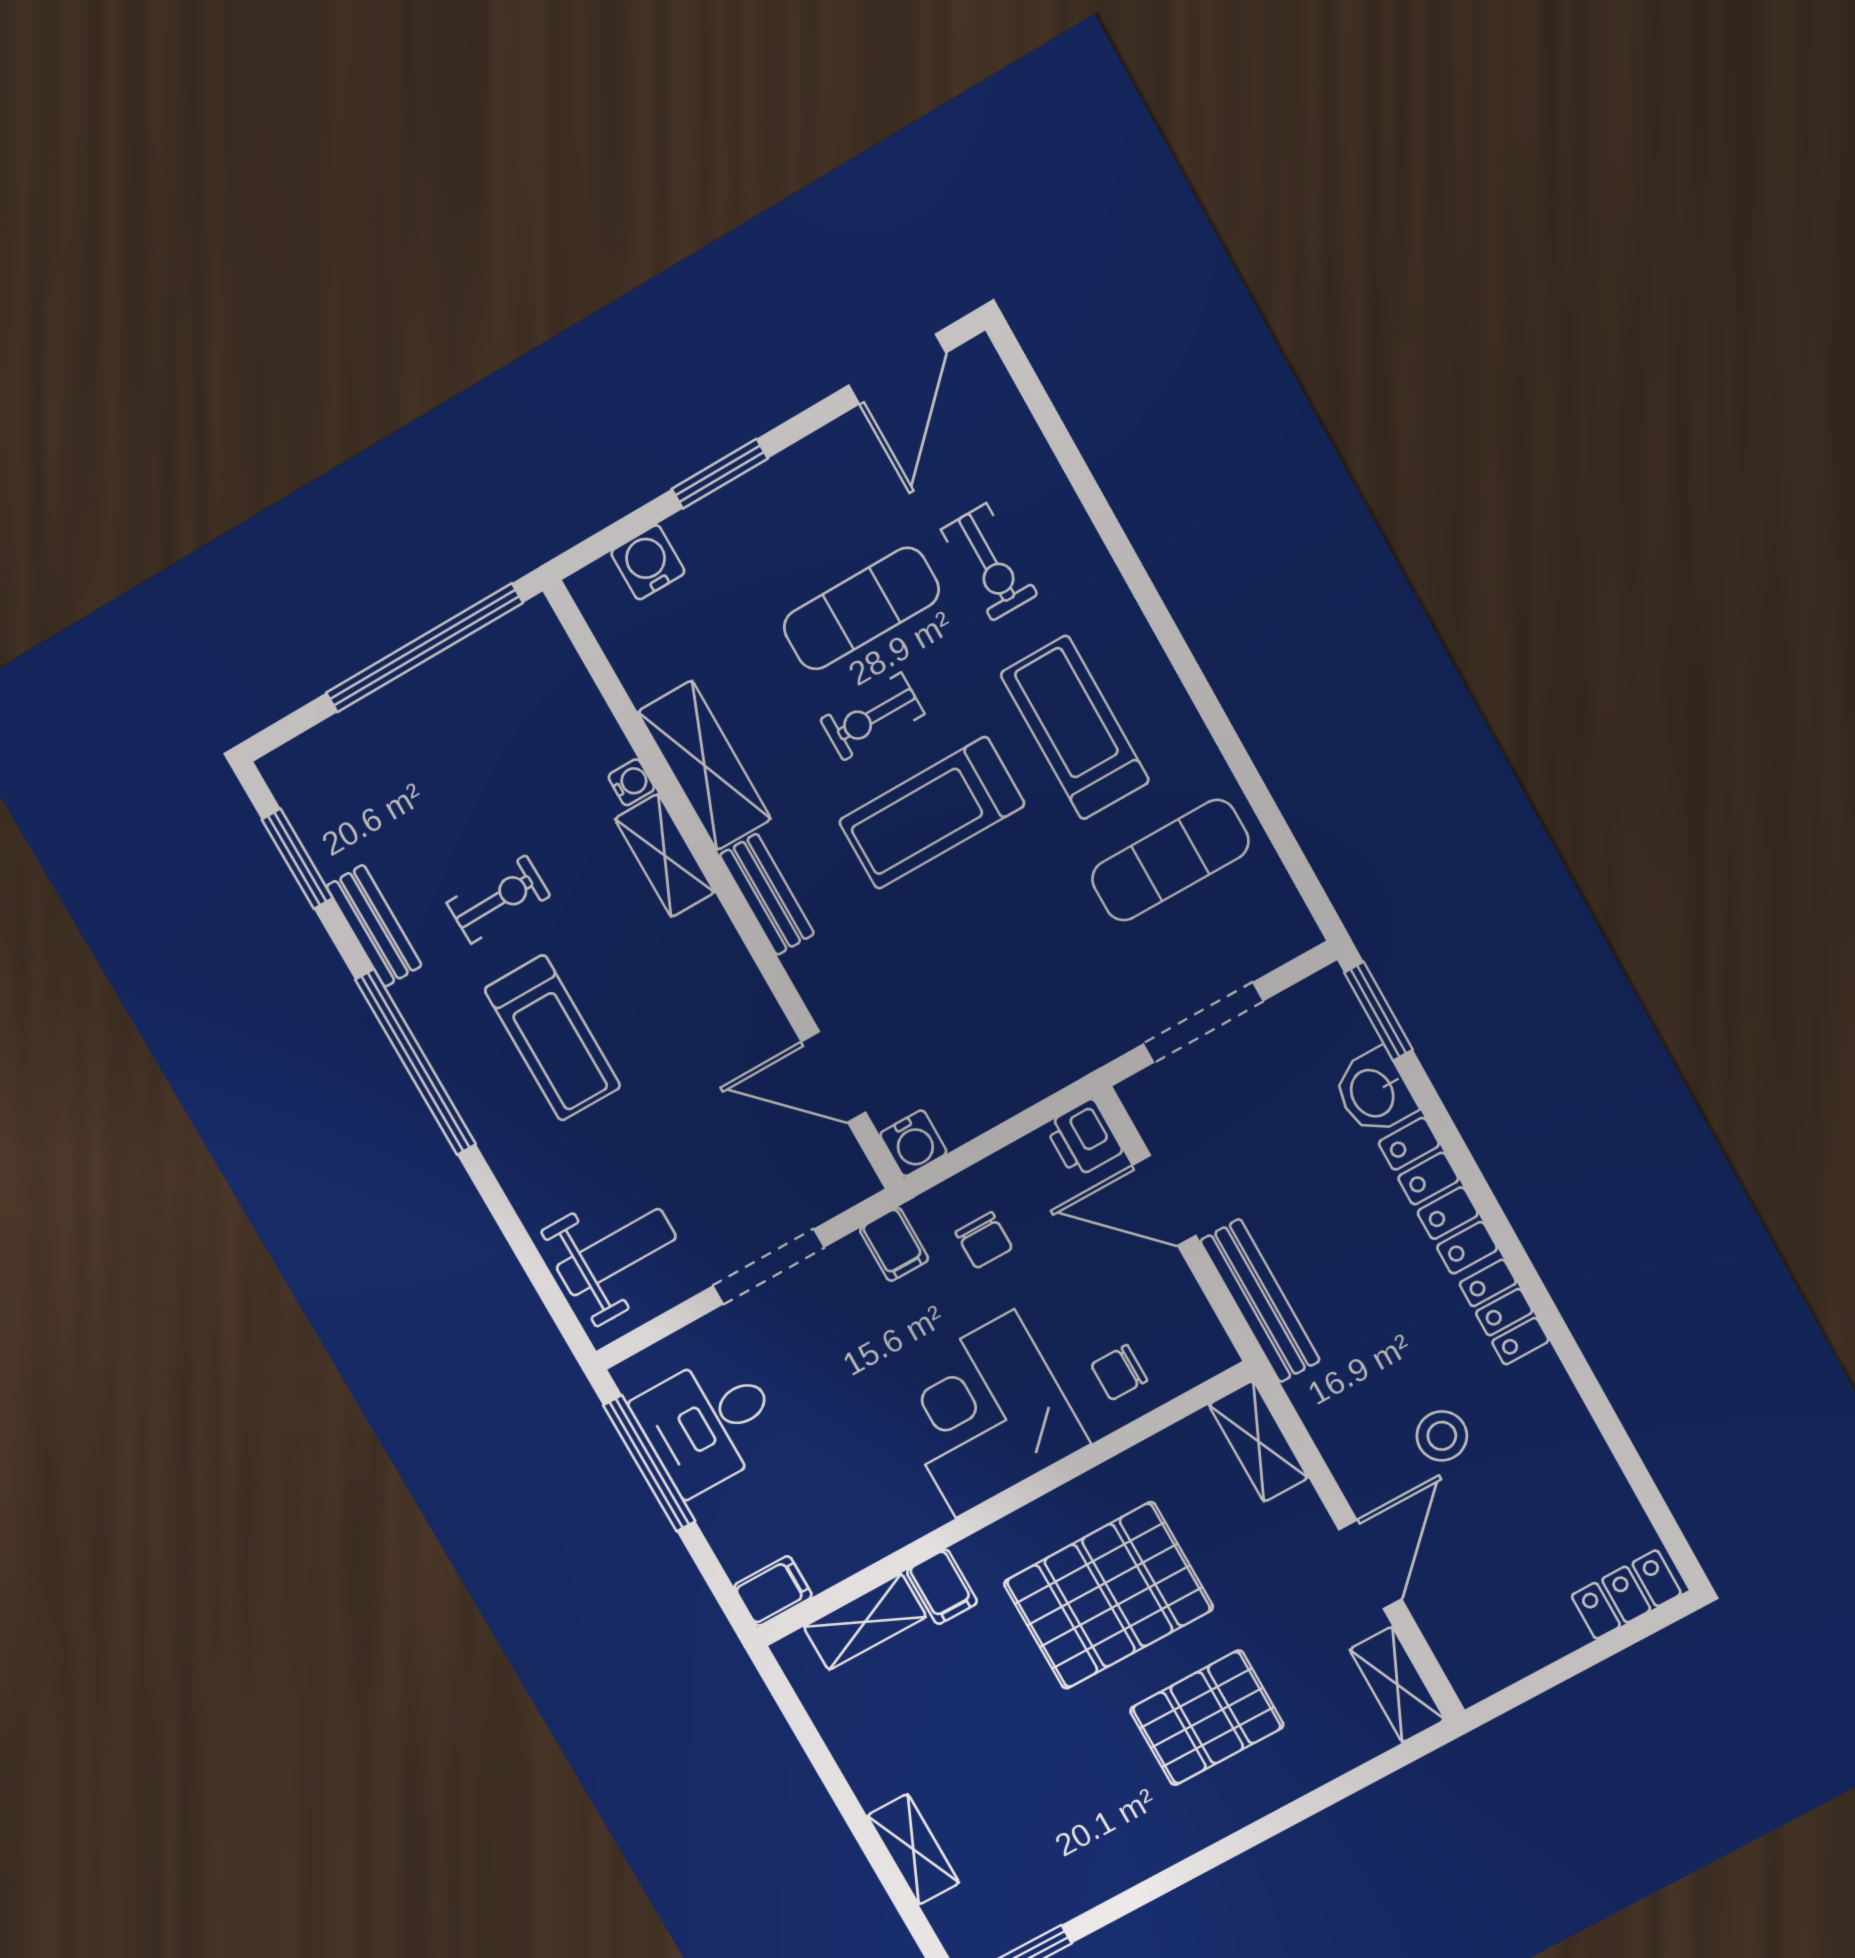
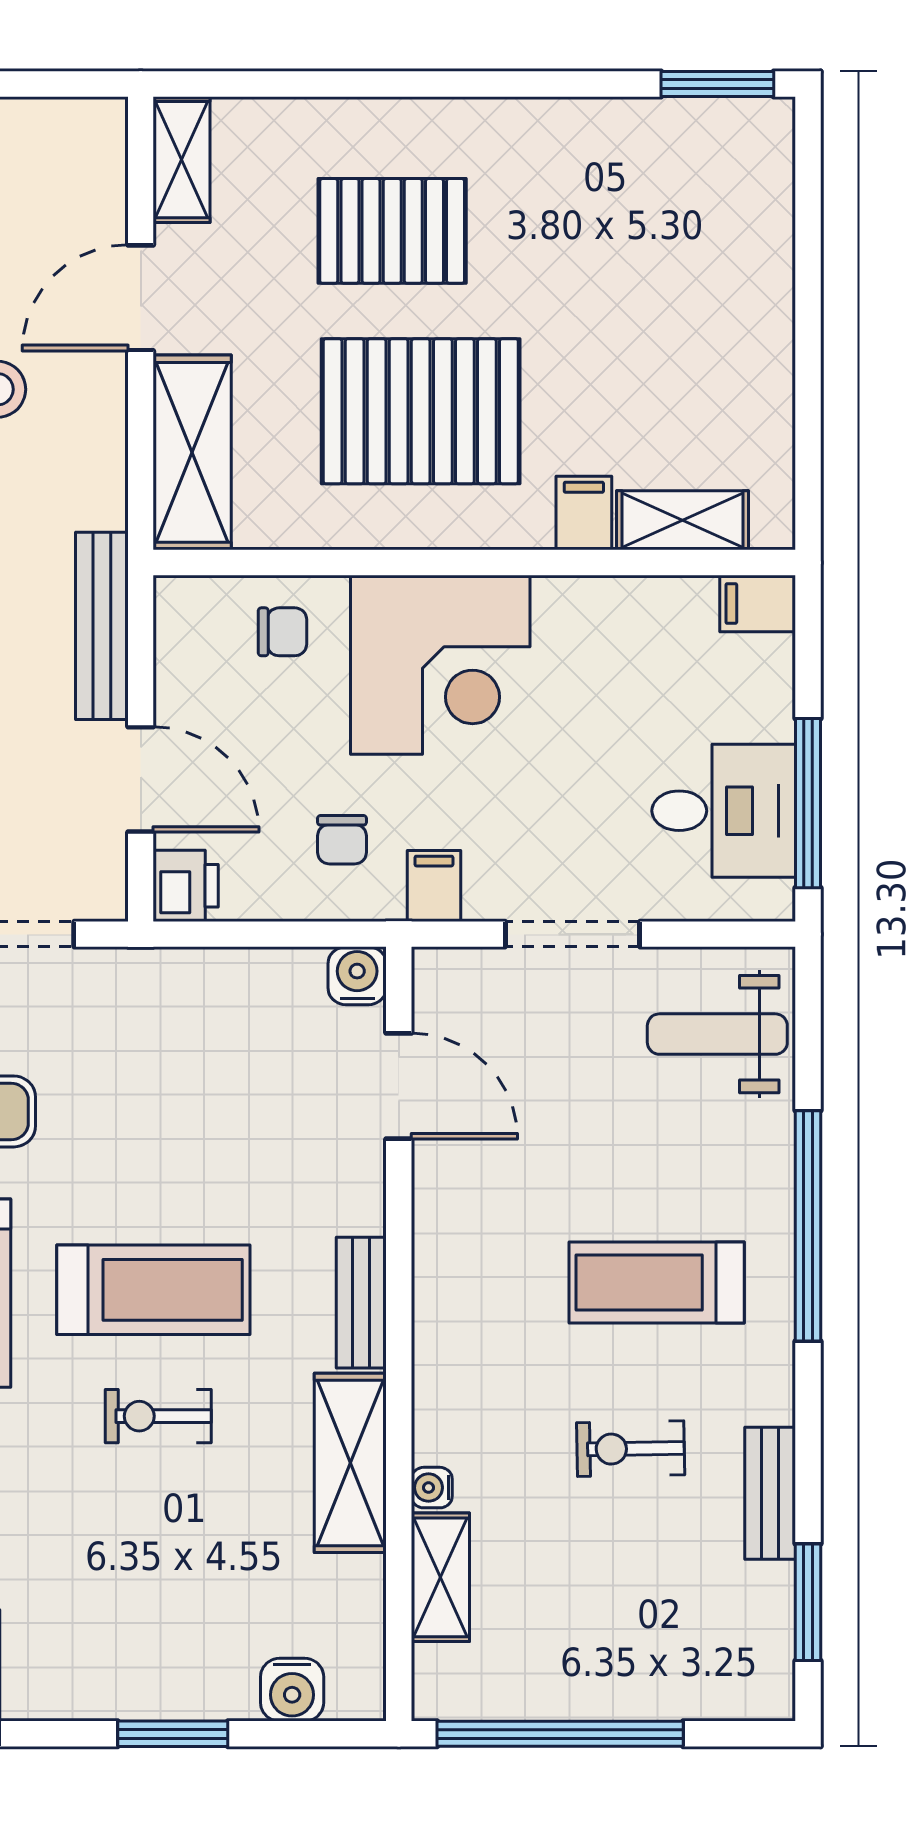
exercise mat: (861, 608) -> (109, 1526), removed
exercise bike: (872, 717) -> (158, 1416), turned 180
shelving: (665, 856) -> (440, 1577), moved
treadmill: (552, 1038) -> (657, 1282), turned -90
window: (416, 1062) -> (808, 1226), moved
chair: (984, 1240) -> (342, 840), turned 180
shelving: (1258, 1441) -> (192, 452), width x1.50, depth x1.33
shelving: (913, 1849) -> (768, 258), removed

